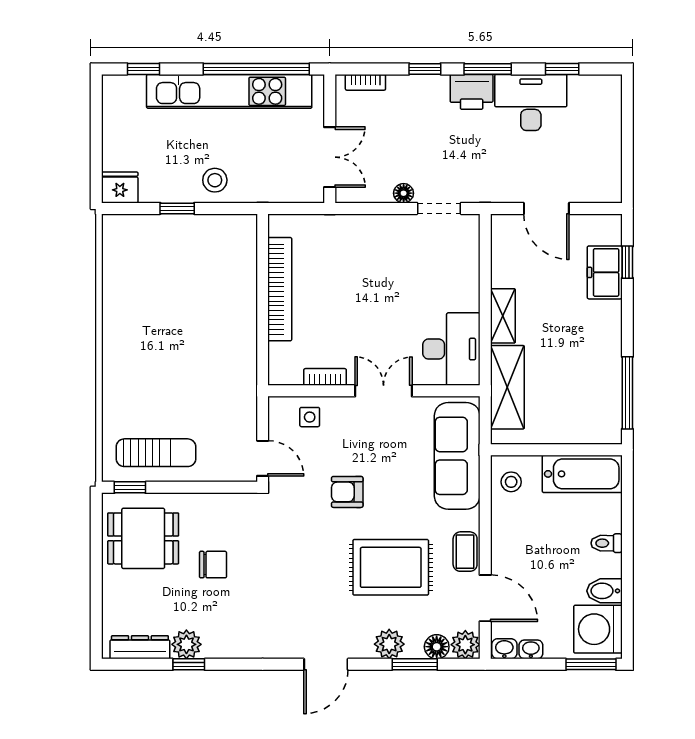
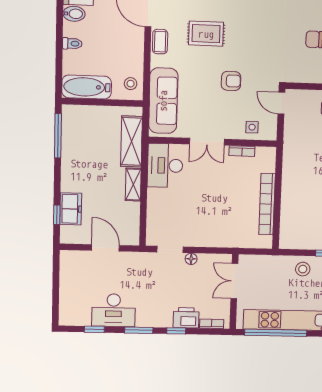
printer: (472, 92) -> (186, 318), moved
rug: (391, 567) -> (206, 34), width x0.73, depth x0.70

